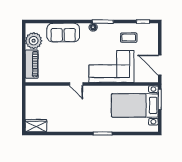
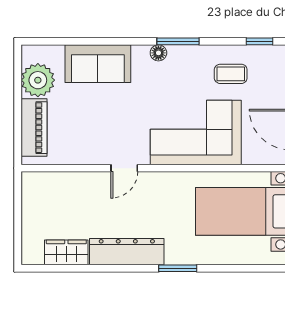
door: (76, 84) -> (124, 168), hinge flipped
dresser: (77, 125) -> (127, 252), added
wardrobe: (36, 126) -> (66, 252), moved

